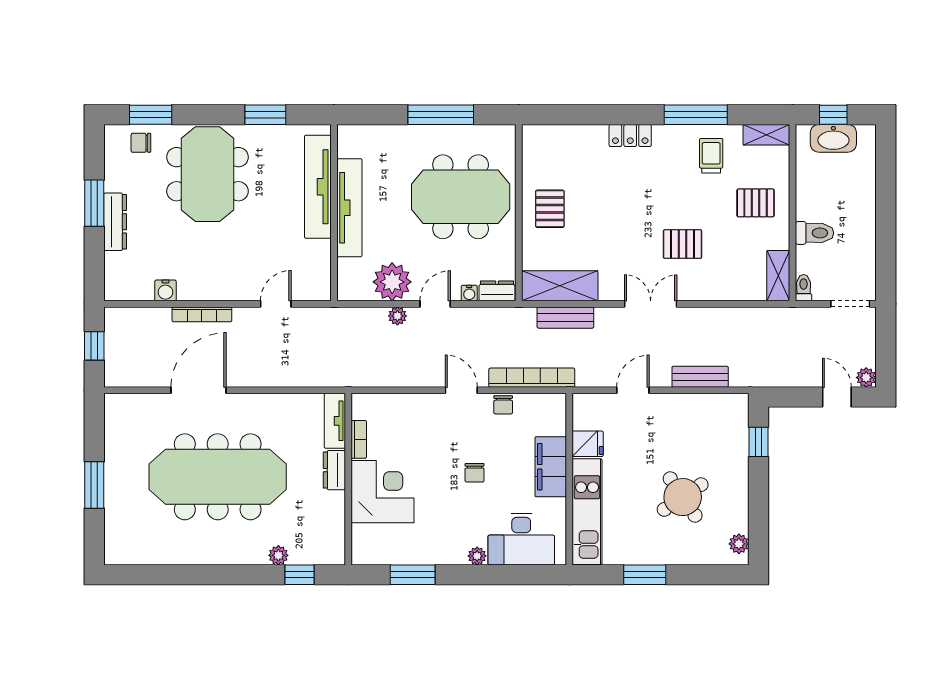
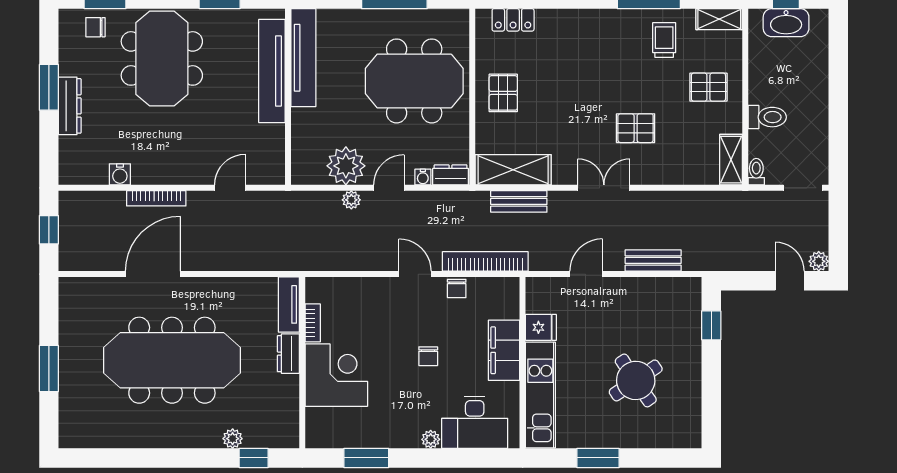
locker: (630, 135) -> (513, 20), moved
tv unit: (349, 208) -> (303, 58), moved
plant: (739, 544) -> (692, 427), removed

